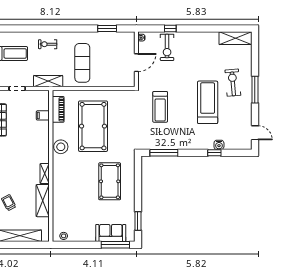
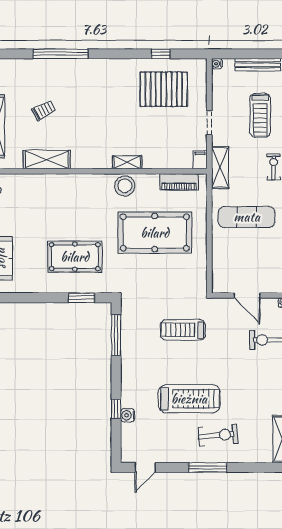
filing cabinet: (43, 115) -> (200, 160), moved
shelving: (45, 174) -> (127, 162), moved
window: (138, 221) -> (81, 298), moved

